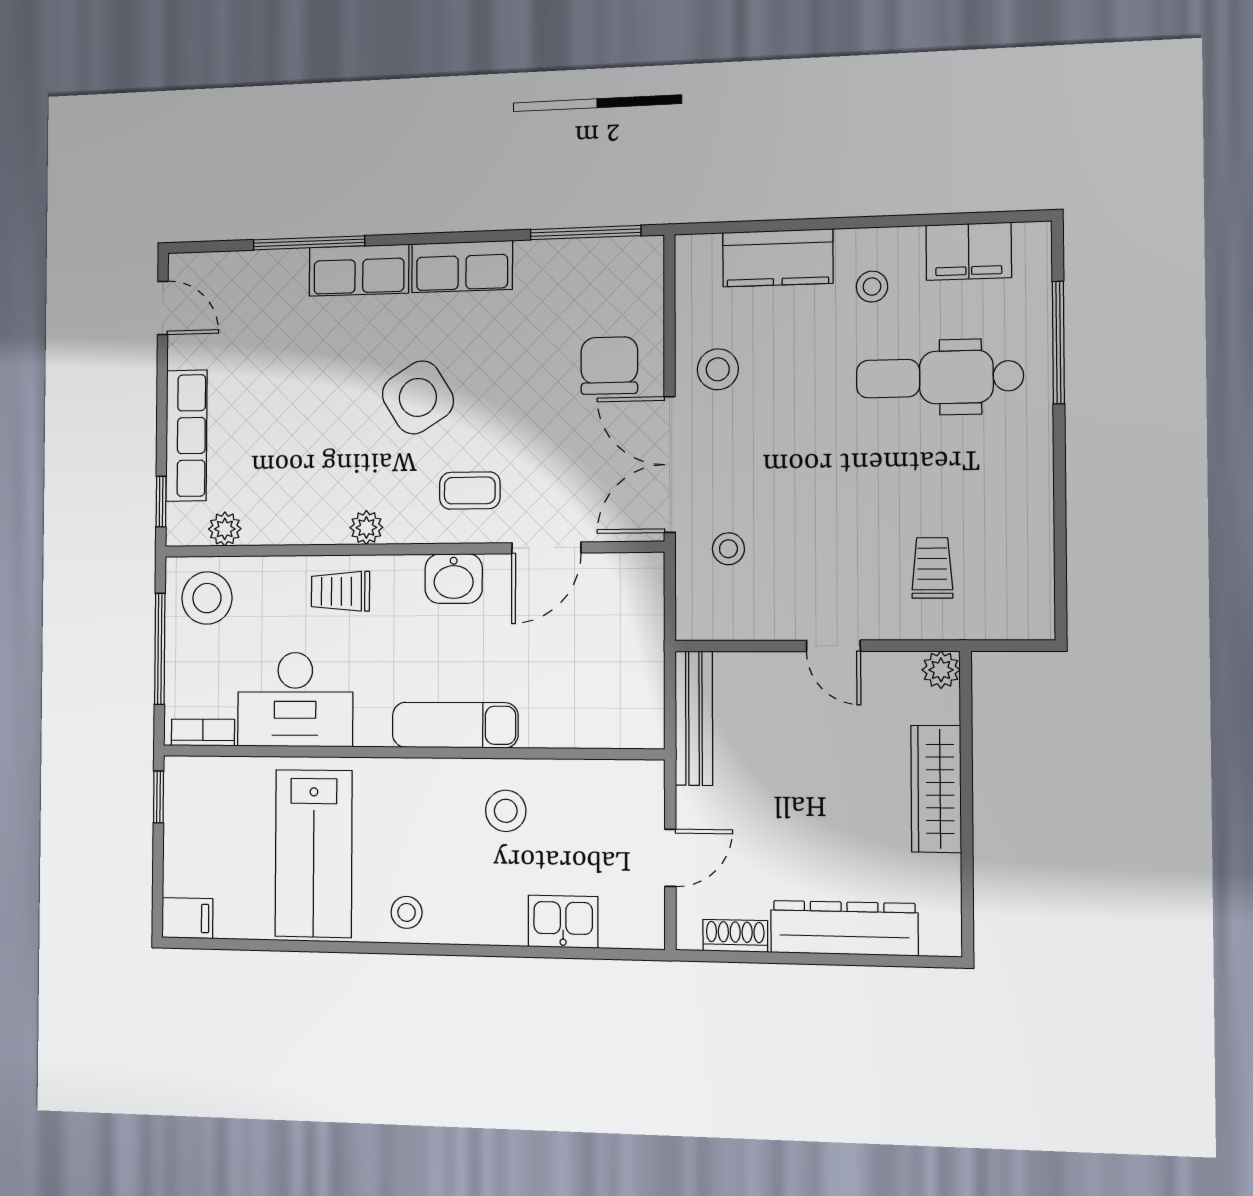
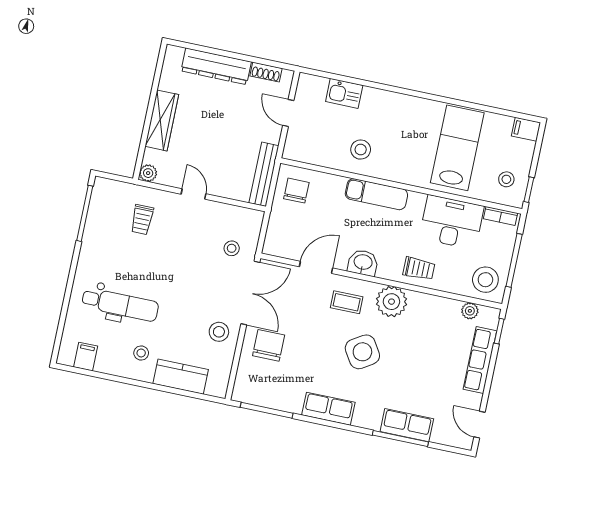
filing cabinet: (969, 251) -> (86, 357), width x0.50
row of seats: (359, 270) -> (407, 425), moved
window: (1058, 343) -> (85, 213), moved
chair: (609, 366) -> (269, 345), turned 180
plant: (366, 527) -> (391, 302), width x1.88, depth x1.88
chair: (619, 698) -> (296, 191), added
door: (670, 858) -> (288, 113), hinge flipped
stool: (407, 912) -> (506, 179), moved

